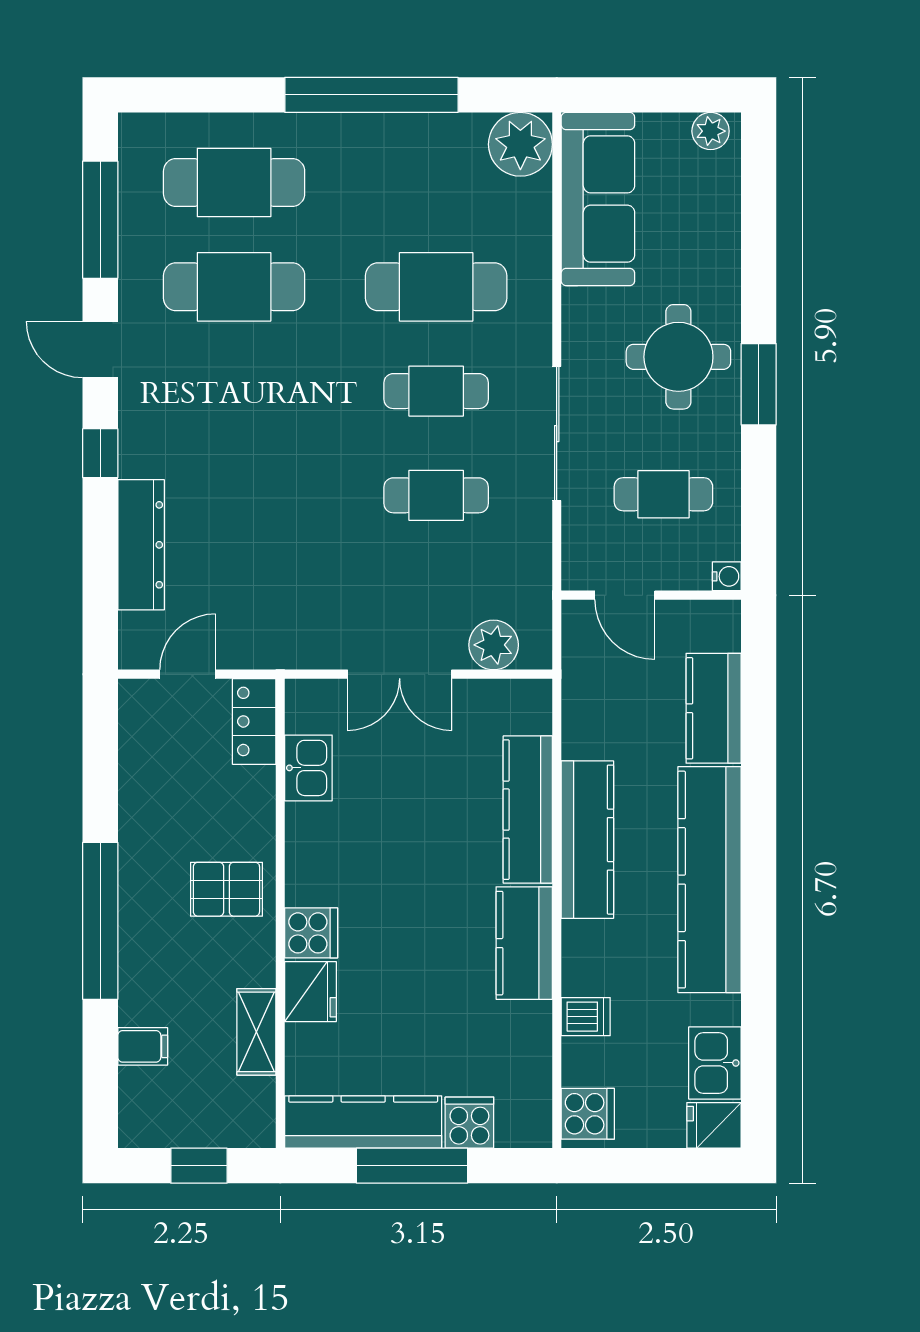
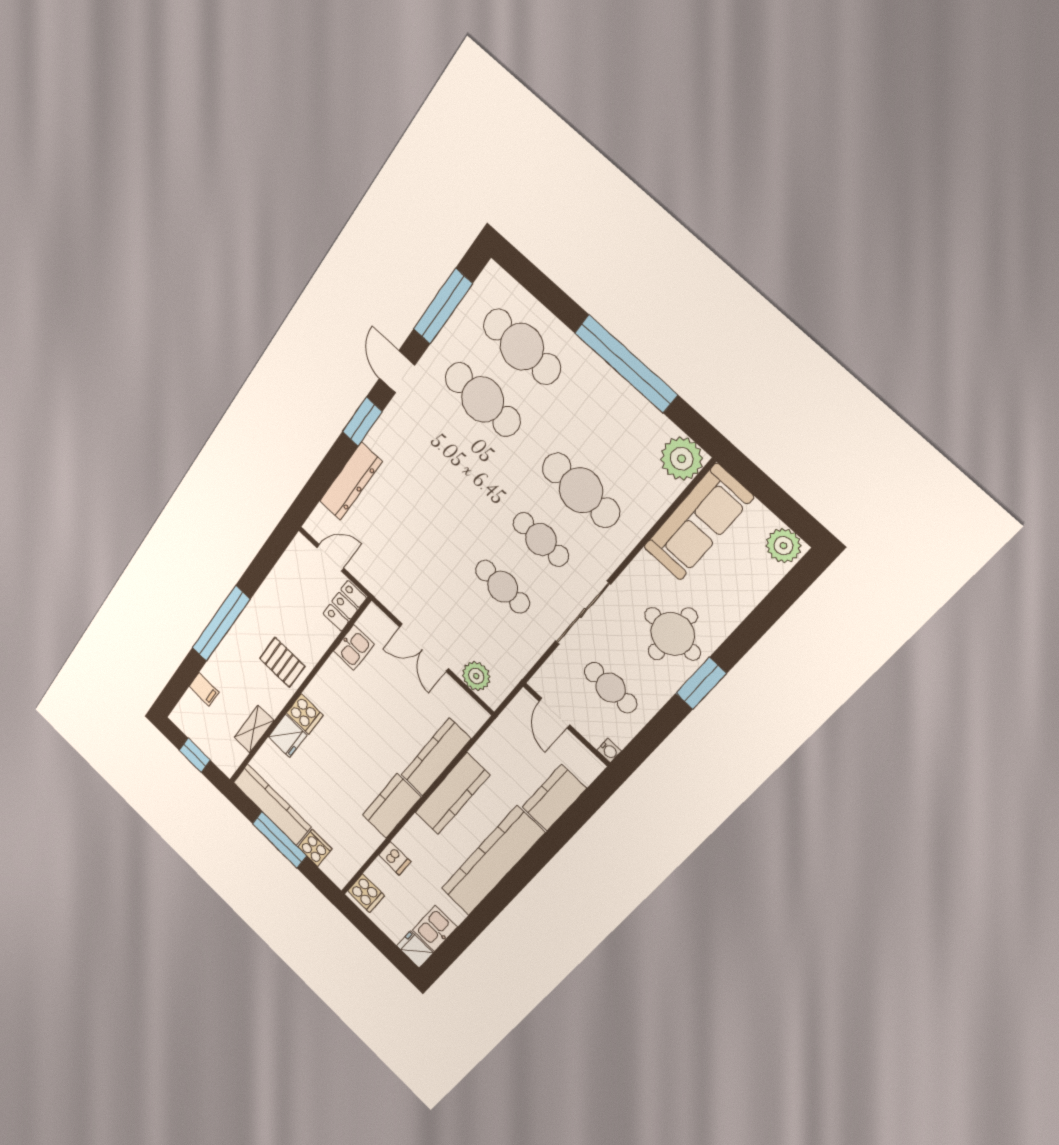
plant: (711, 131) -> (783, 546), width x1.38, depth x1.38
window: (100, 453) -> (362, 422), width x1.50

